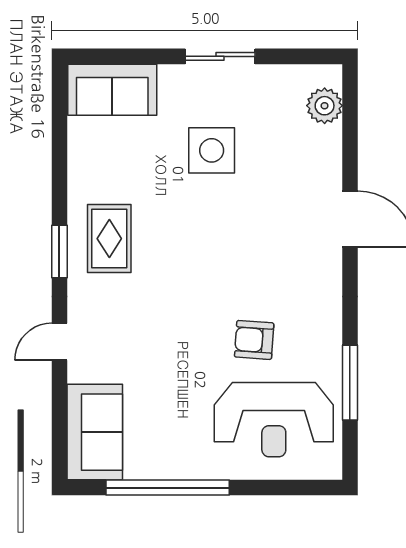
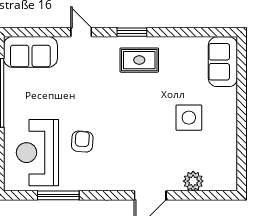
sliding door: (220, 56) -> (242, 122), removed
plant: (325, 106) -> (193, 181), moved

